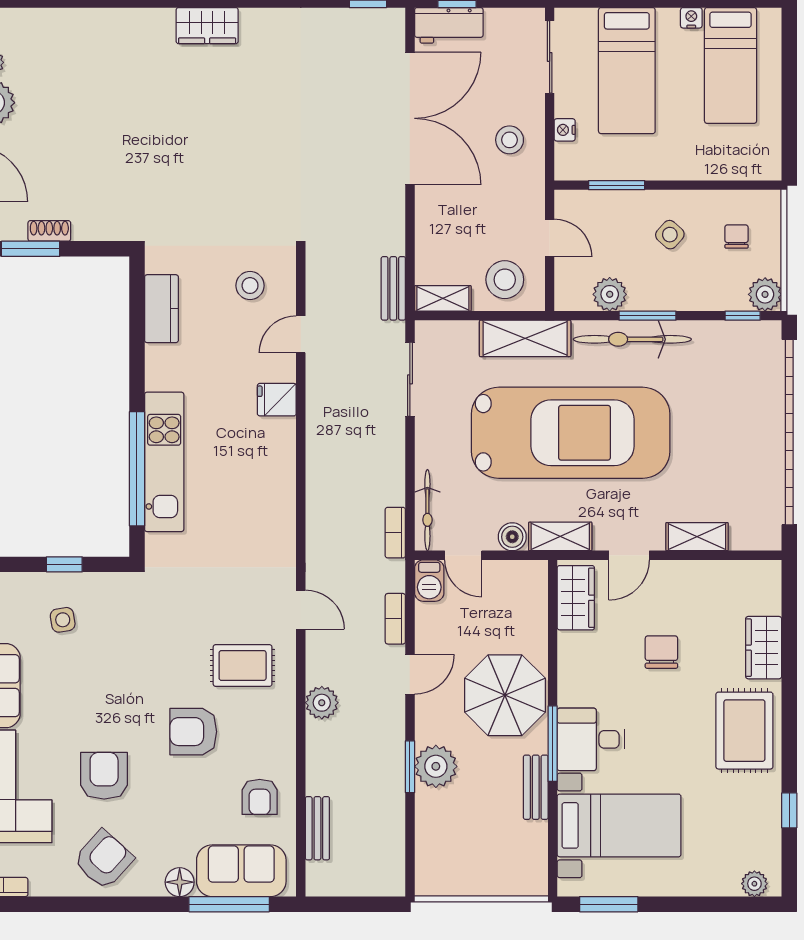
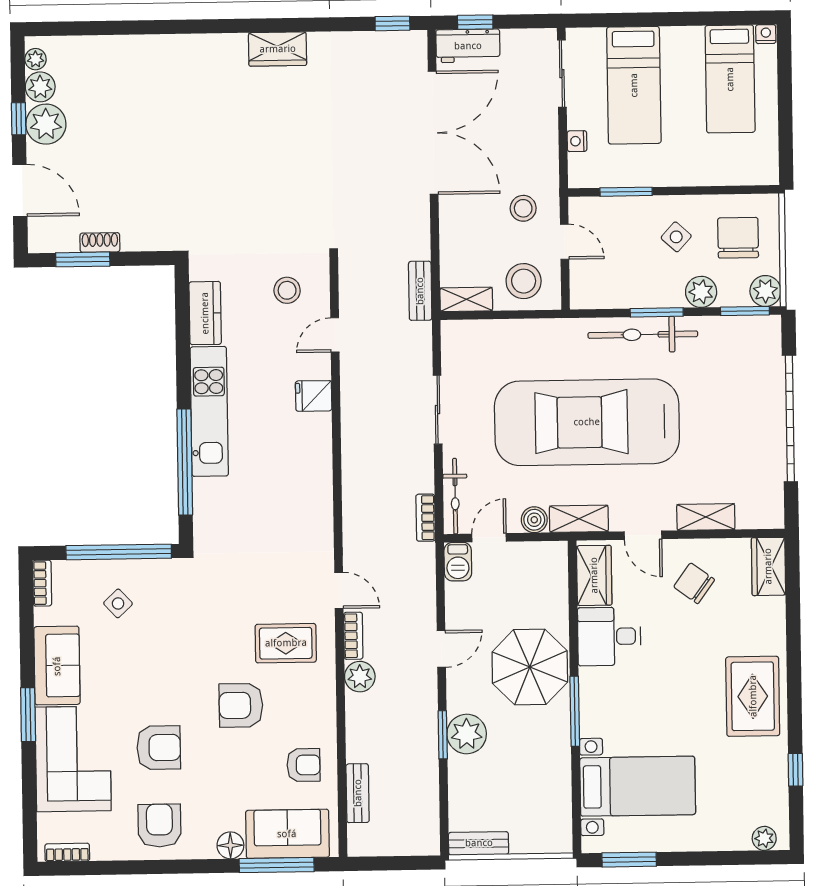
nightstand: (691, 18) -> (766, 34), moved
wardrobe: (207, 26) -> (278, 49), moved
stool: (510, 140) -> (523, 208), moved
chair: (736, 237) -> (738, 238), width x1.87, depth x1.87
plant: (610, 294) -> (701, 292), moved
window: (743, 316) -> (745, 311), width x1.50
shelving: (525, 338) -> (543, 335), removed
sliding door: (410, 379) -> (438, 410), moved
garage door: (789, 432) -> (790, 418), width x0.73
car: (571, 433) -> (587, 422), turned 180
kitchen unit: (164, 462) -> (209, 411), moved
door: (463, 555) -> (489, 538), swing flipped
door: (629, 555) -> (643, 535), hinge flipped
window: (64, 564) -> (119, 552), width x3.17
bookcase: (395, 619) -> (353, 636), moved, turned 180
side table: (63, 620) -> (118, 603), turned -34
wardrobe: (764, 648) -> (768, 566), moved
chair: (661, 652) -> (694, 583), moved, turned -54
desk: (591, 739) -> (609, 636), moved
armchair: (104, 776) -> (159, 748), turned 90
bench: (536, 787) -> (479, 843), moved, turned 90
armchair: (260, 797) -> (304, 765), turned -90
armchair: (104, 860) -> (159, 825), turned -42

